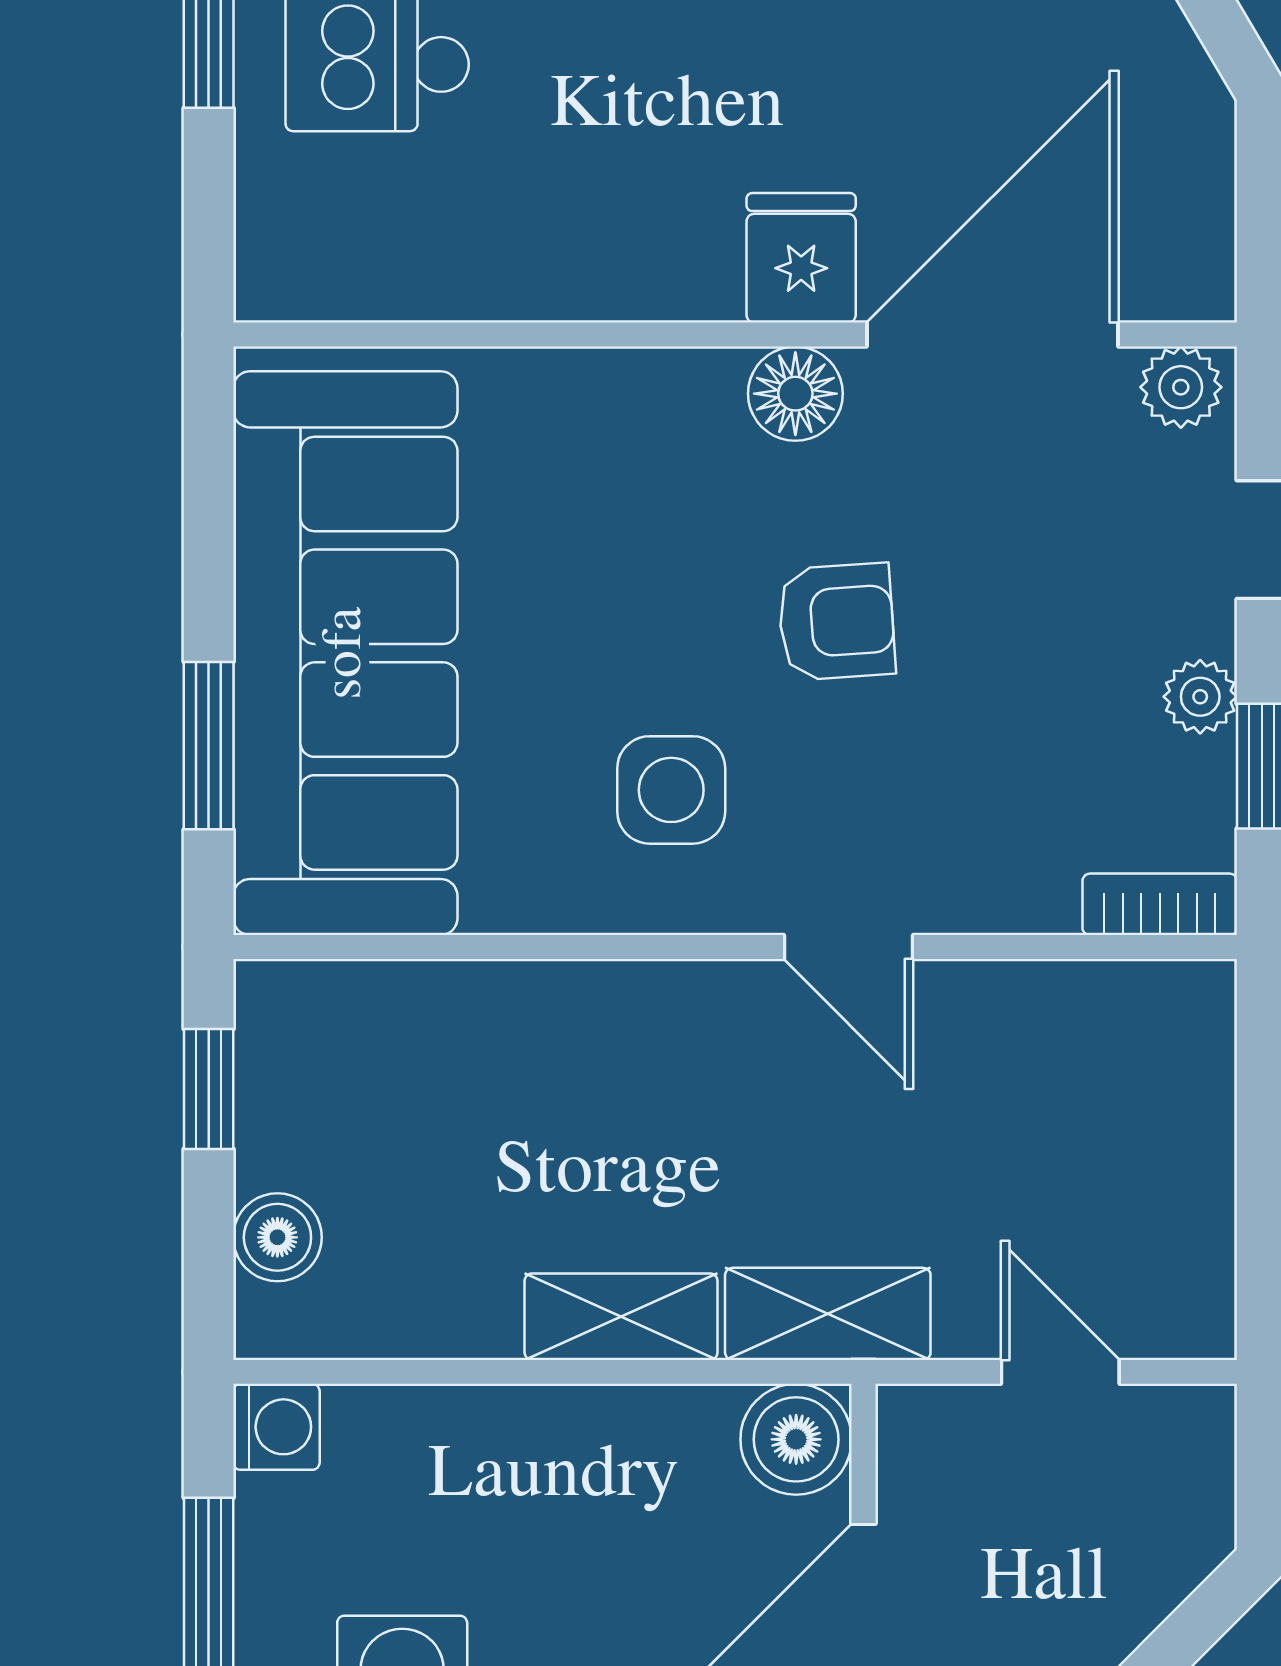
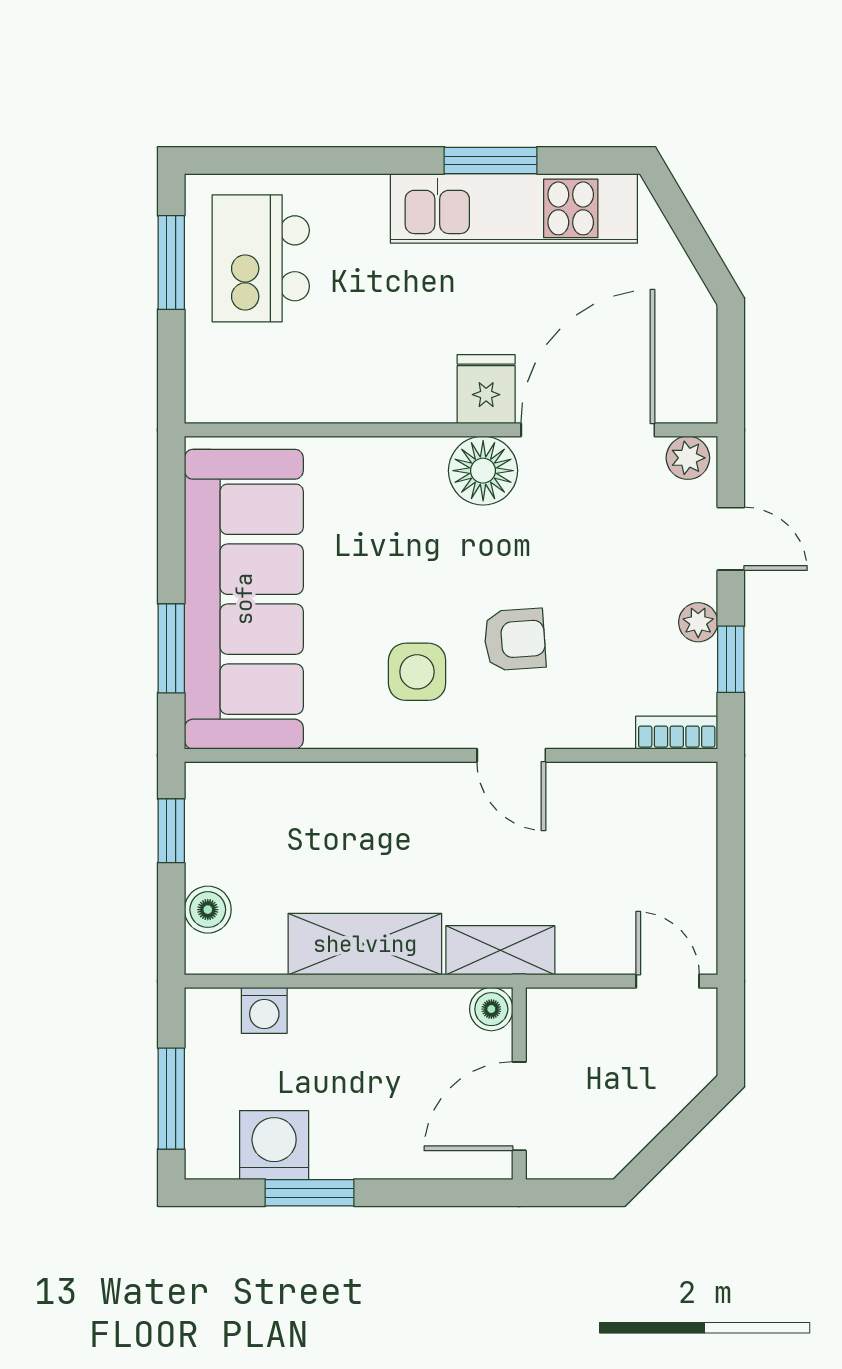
floor lamp: (795, 394) -> (483, 471), width x1.38, depth x1.38
armchair: (836, 622) -> (515, 640), moved
shelving: (621, 1317) -> (365, 944), width x1.50, depth x1.33
door: (1060, 1372) -> (668, 981), moved
washing machine: (276, 1427) -> (264, 1010), moved, turned 90
boiler: (796, 1439) -> (491, 1009), width x0.73, depth x0.73

